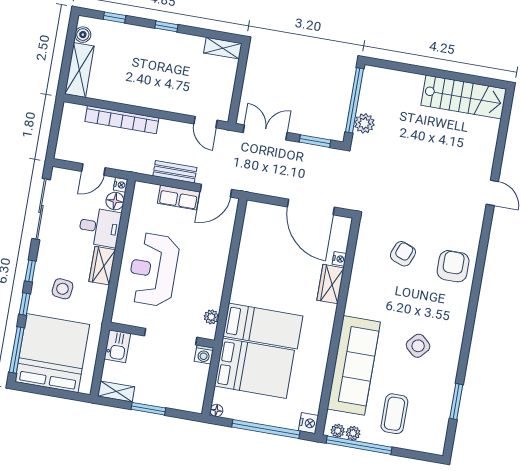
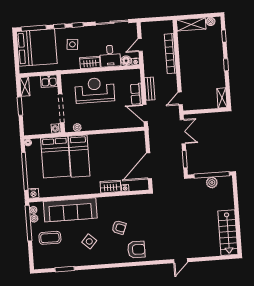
plant: (364, 123) -> (212, 182), moved
door: (93, 169) -> (140, 45), hinge flipped
armchair: (403, 254) -> (119, 227), moved

